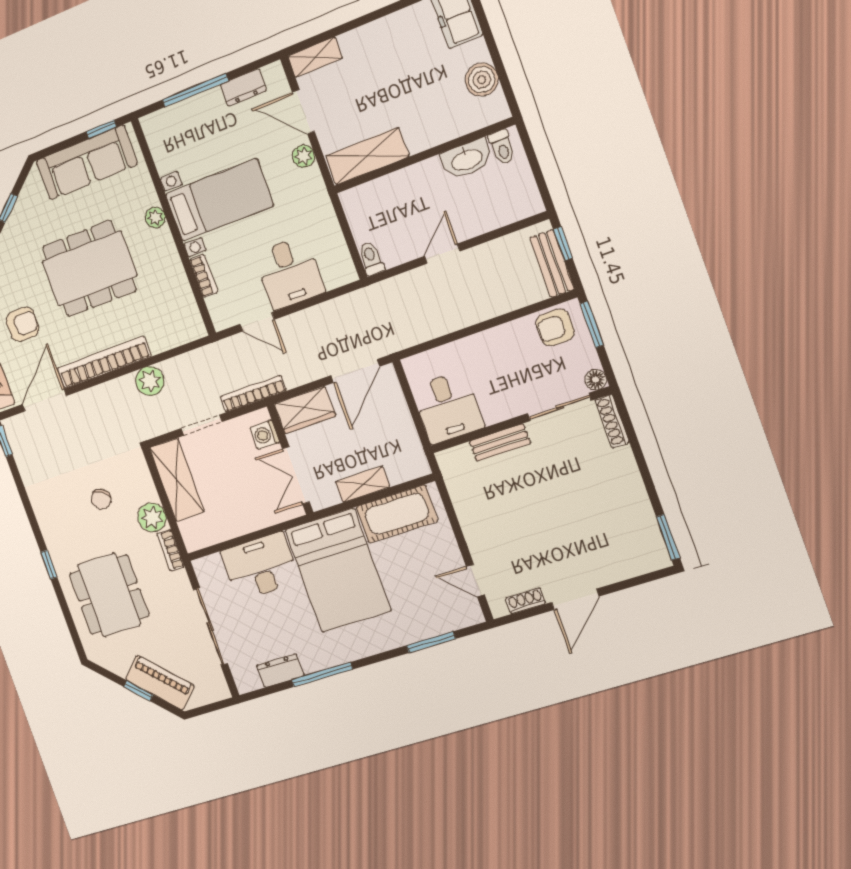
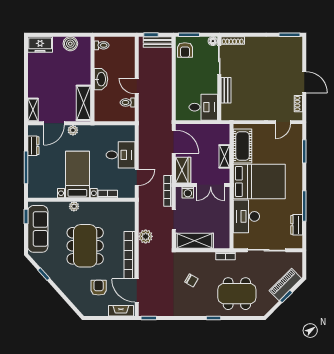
washbasin: (467, 159) -> (101, 79), moved
toilet: (371, 258) -> (128, 102), moved
plant: (152, 517) -> (208, 259), removed

